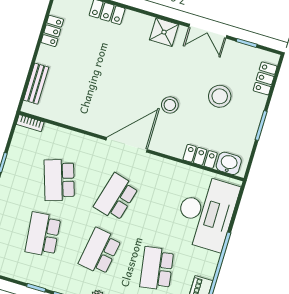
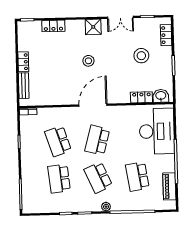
locker: (52, 31) -> (23, 62), moved
stool: (170, 105) -> (88, 61), moved
school desk: (100, 251) -> (98, 178), turned -33

